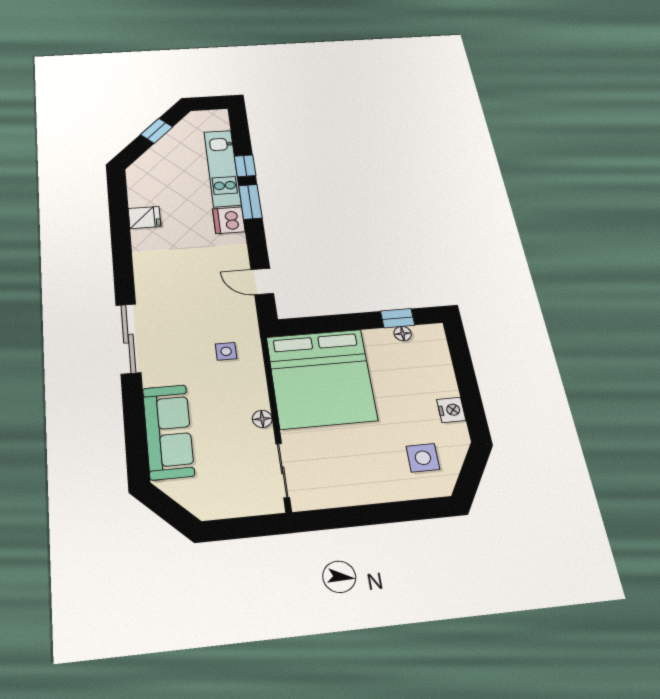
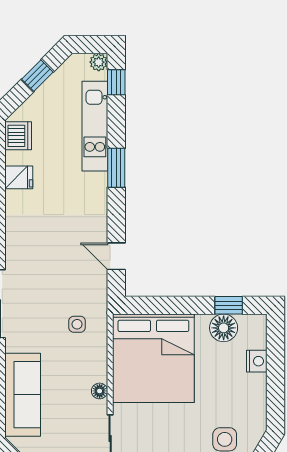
plant: (219, 116) -> (99, 62), added
window: (245, 166) -> (116, 82), moved
dishwasher: (229, 220) -> (18, 136), moved, turned 180
floor lamp: (403, 334) -> (224, 328), width x1.89, depth x1.89
nightstand: (451, 410) -> (257, 361), moved

